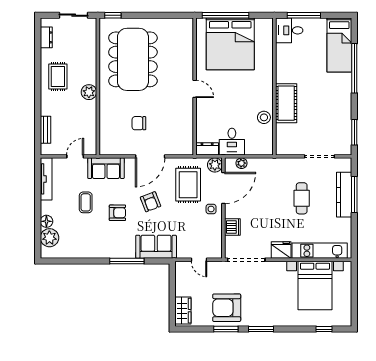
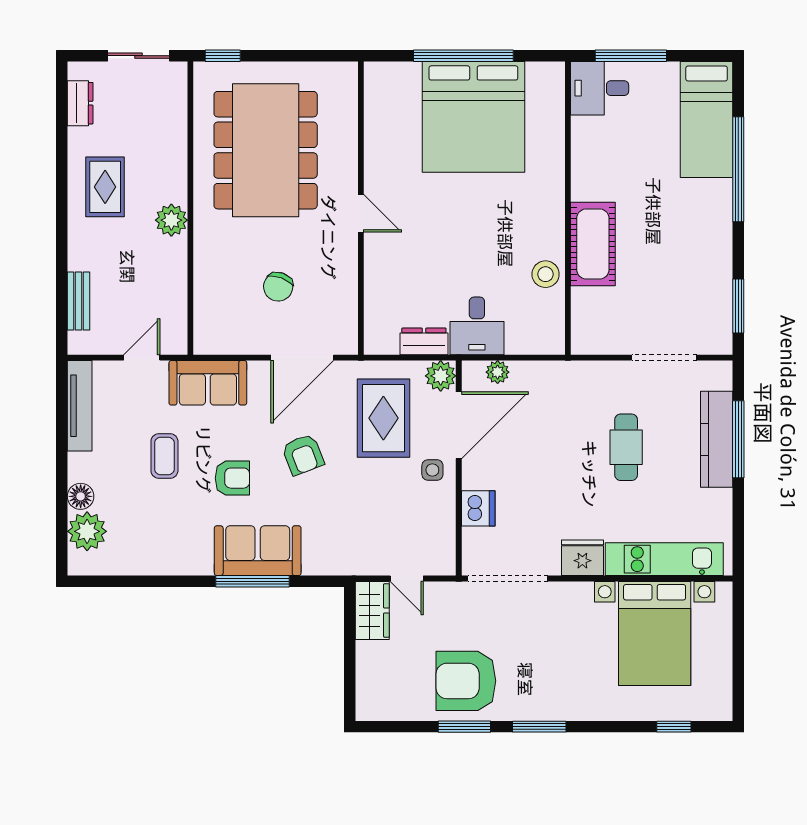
wall: (195, 86) -> (361, 208), moved
door: (195, 89) -> (361, 213), moved
chair: (139, 123) -> (278, 287), turned -70
sofa: (156, 247) -> (258, 551), moved
wardrobe: (183, 311) -> (372, 610), moved

